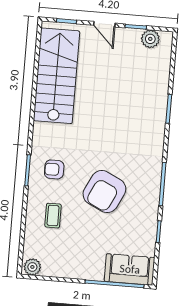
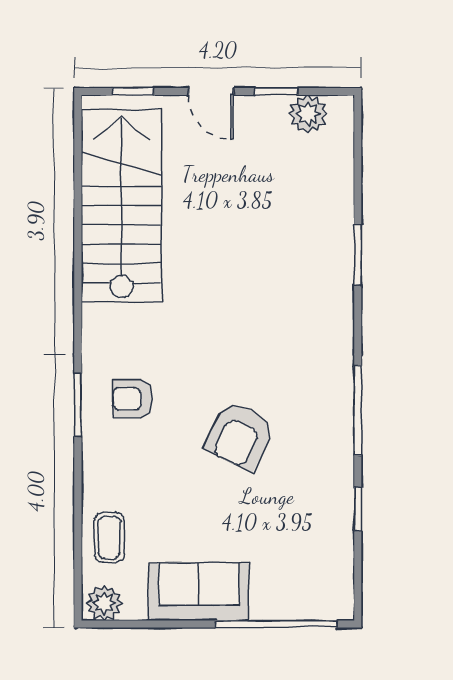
armchair: (104, 192) -> (239, 436), width x0.73, depth x0.73
coffee table: (53, 216) -> (109, 537), moved
sofa: (130, 269) -> (199, 592), moved

